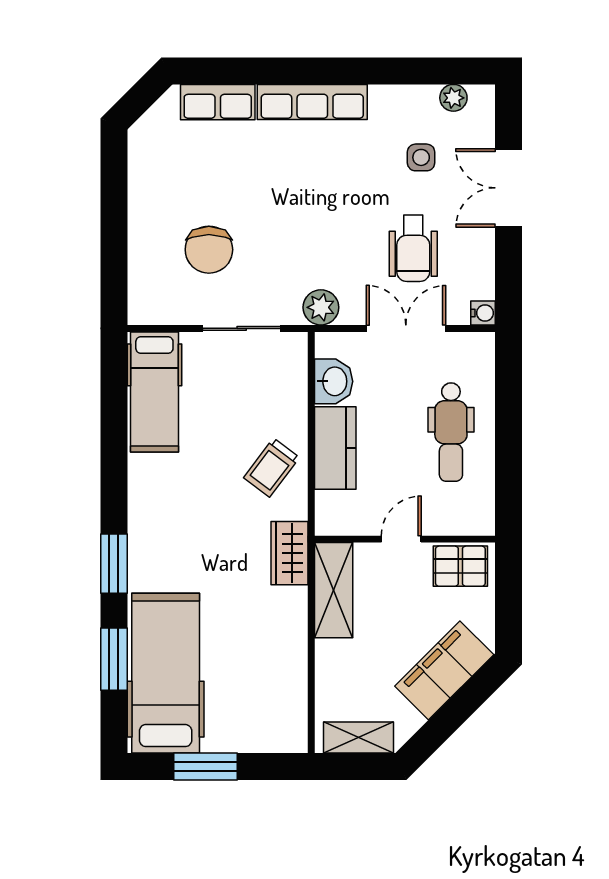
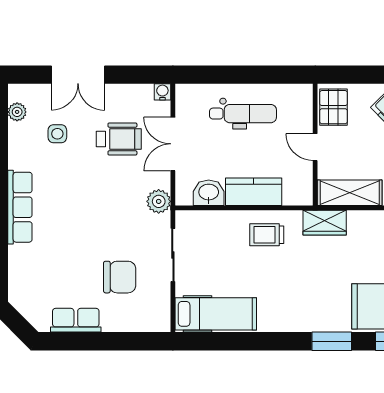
row of seats: (218, 102) -> (76, 320), moved, turned -90
trolley: (272, 468) -> (267, 235), turned 143

